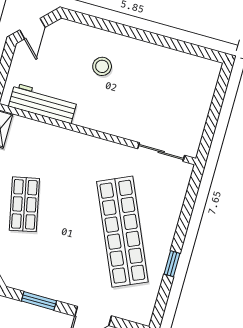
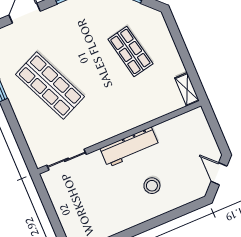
workbench: (43, 103) -> (130, 147), moved
shop shelf: (122, 232) -> (50, 85), width x0.71

